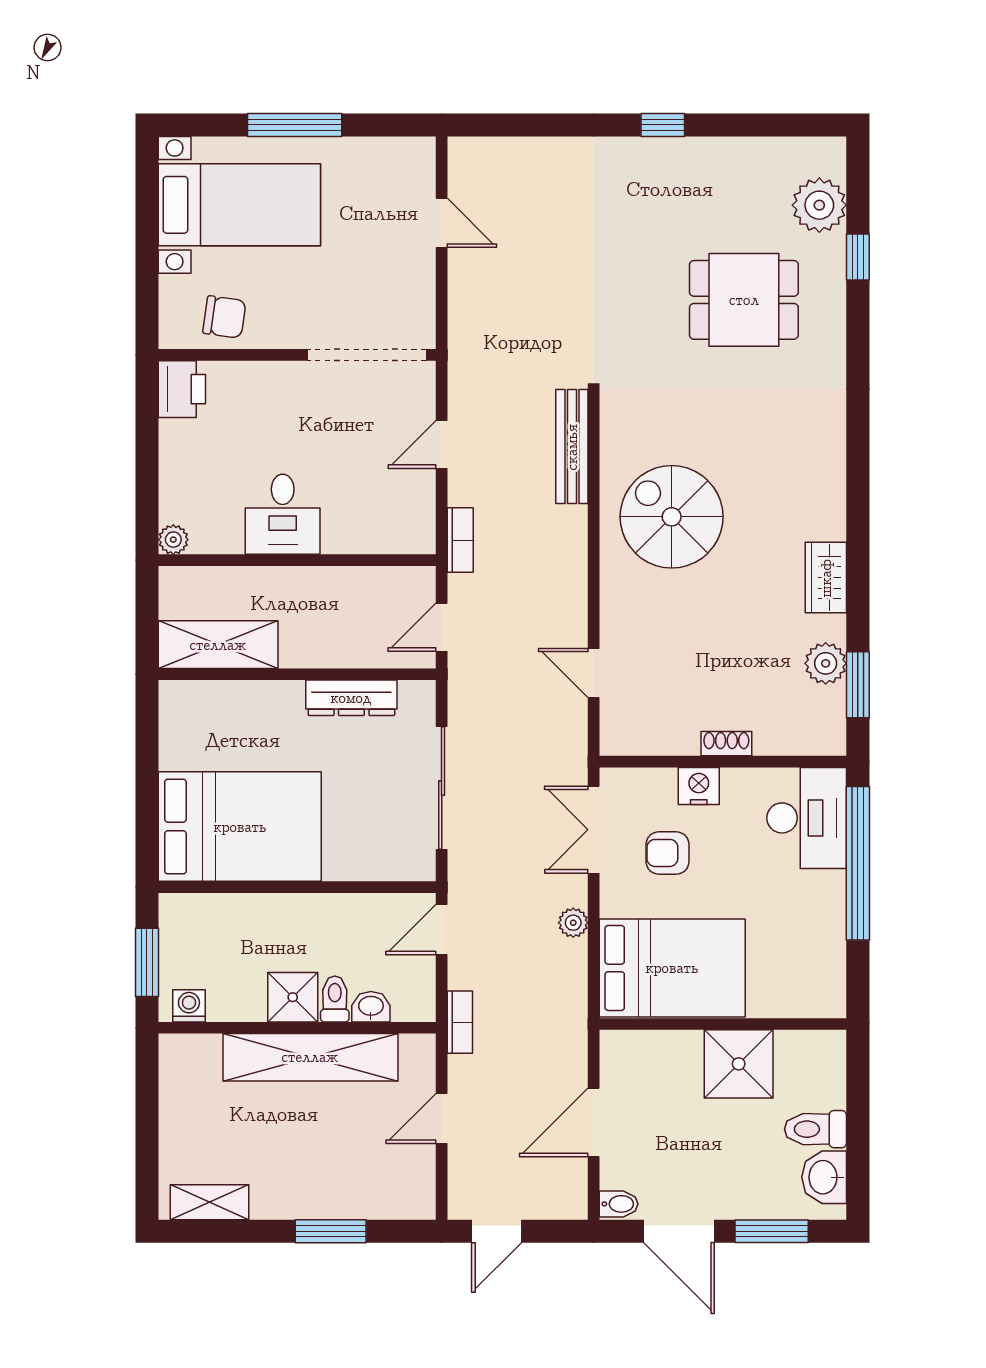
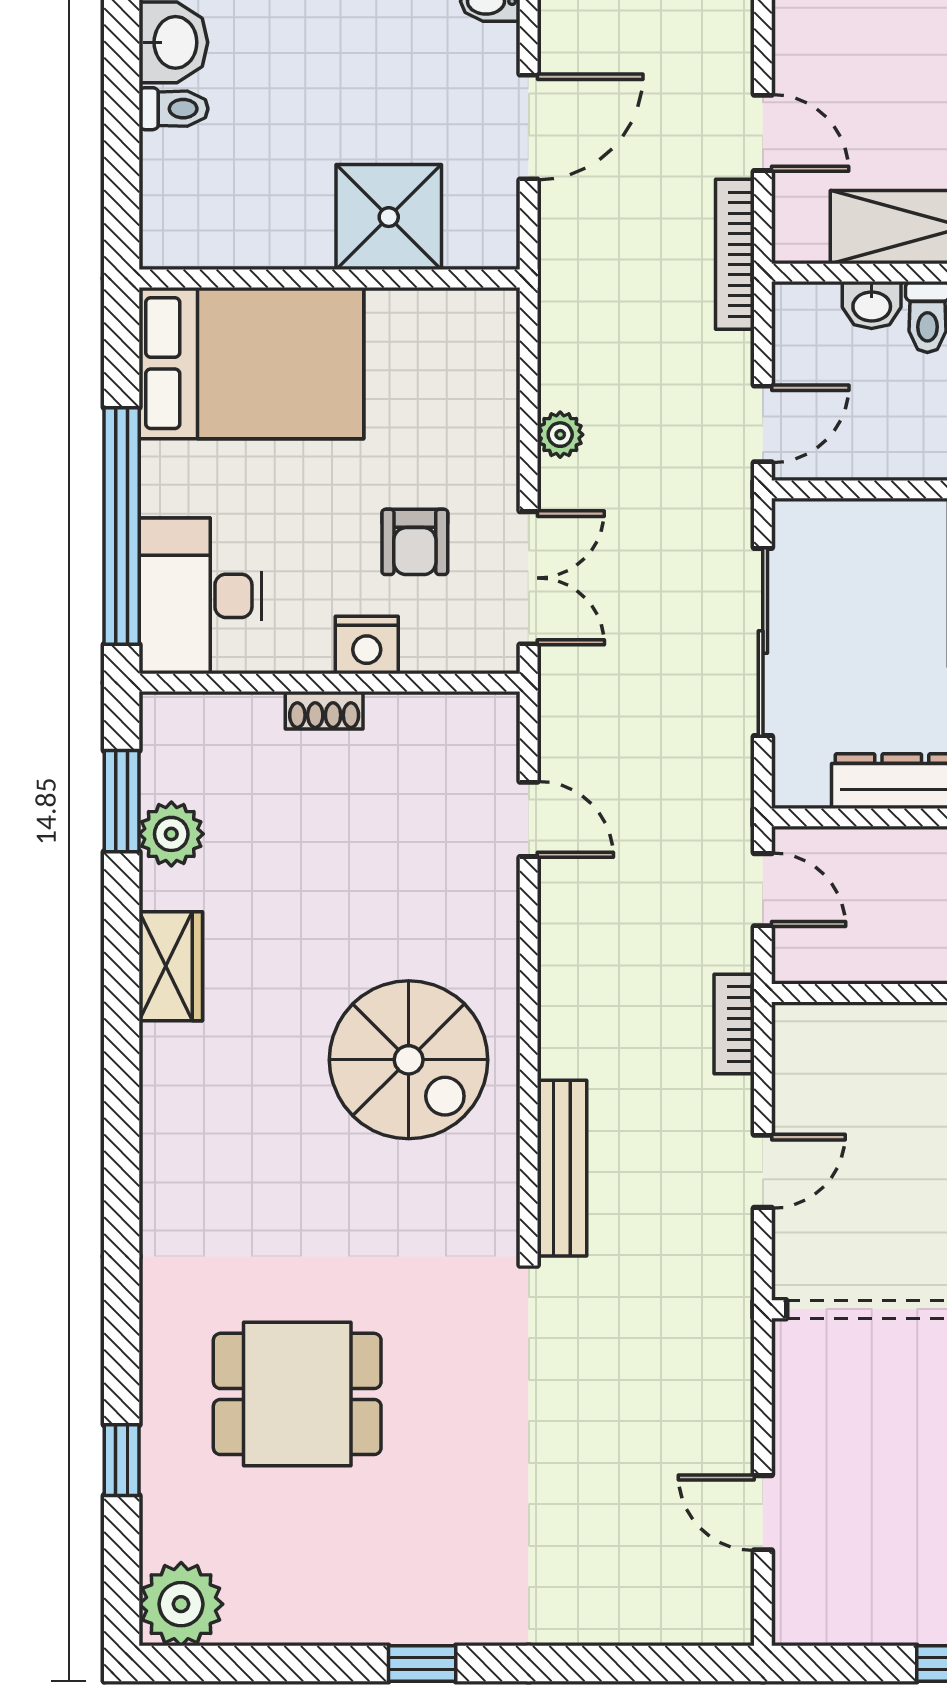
plant: (819, 205) -> (181, 1604), moved
door: (442, 627) -> (763, 890), hinge flipped
armchair: (668, 853) -> (415, 542), turned 90
bed: (672, 968) -> (251, 363), moved, turned 180
bookcase: (460, 1022) -> (735, 254), width x1.56
shower: (739, 1064) -> (389, 217), moved
door: (442, 1118) -> (763, 133), hinge flipped
toilet: (816, 1129) -> (174, 109), width x0.73, depth x0.72

